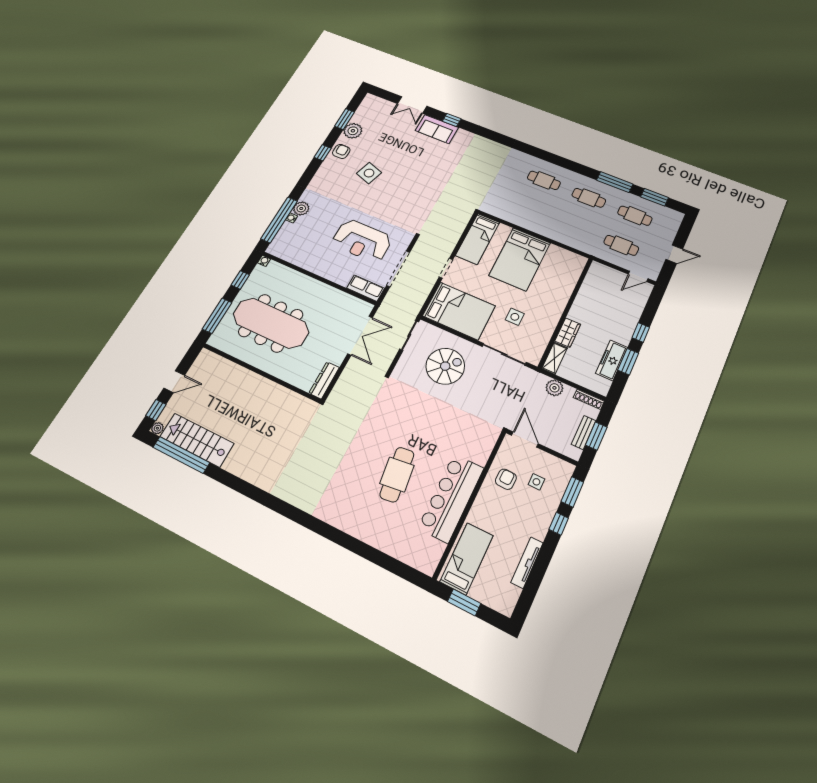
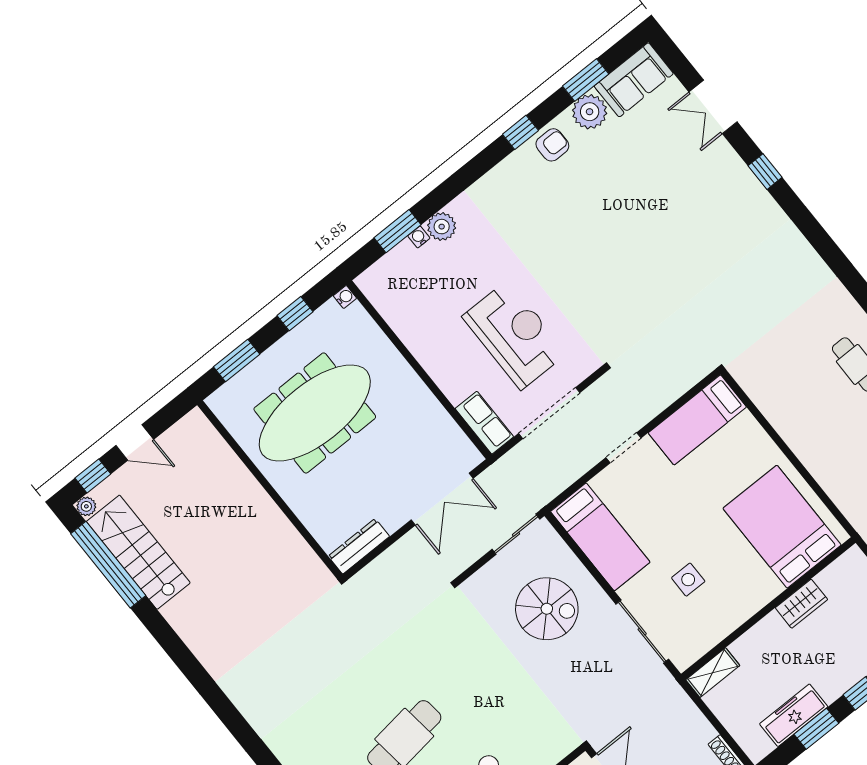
sofa: (437, 129) -> (634, 80), moved, turned -90
side table: (369, 173) -> (580, 211), removed
window: (279, 220) -> (398, 231), width x0.47
reception desk: (362, 241) -> (514, 335), turned 180
bed: (520, 259) -> (782, 527), moved, turned 90
bed: (459, 311) -> (600, 537), width x0.67
window: (217, 316) -> (237, 361), width x0.69
meeting table: (271, 323) -> (315, 413), turned 90
wardrobe: (568, 333) -> (801, 604), moved
plant: (554, 388) -> (689, 717), removed

